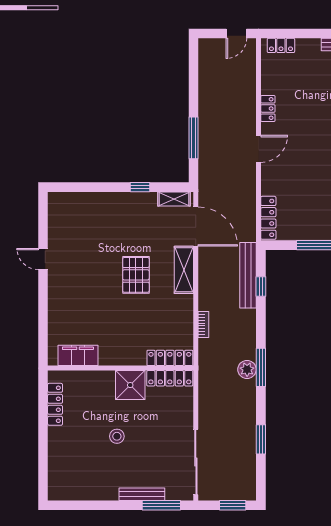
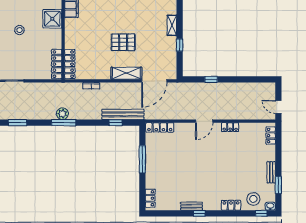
window: (193, 138) -> (211, 79), width x0.46
door: (259, 149) -> (204, 121), hinge flipped
shelving: (174, 199) -> (172, 25), moved
shower: (130, 385) -> (52, 19), moved

